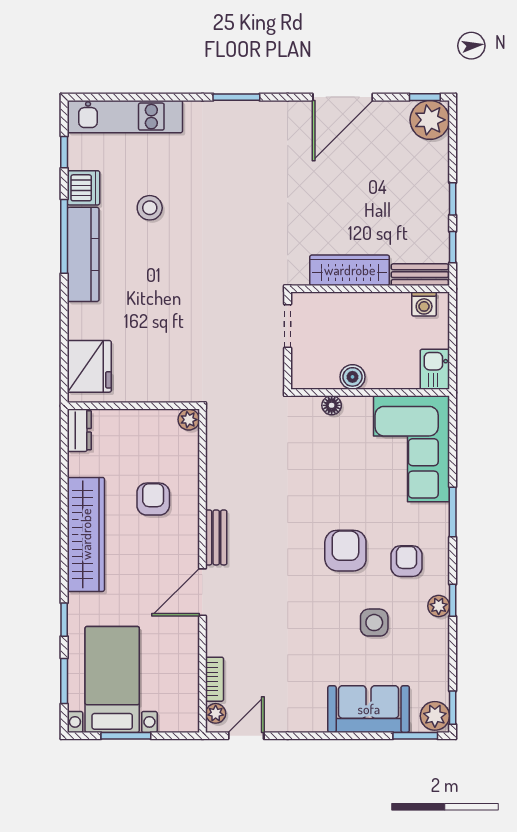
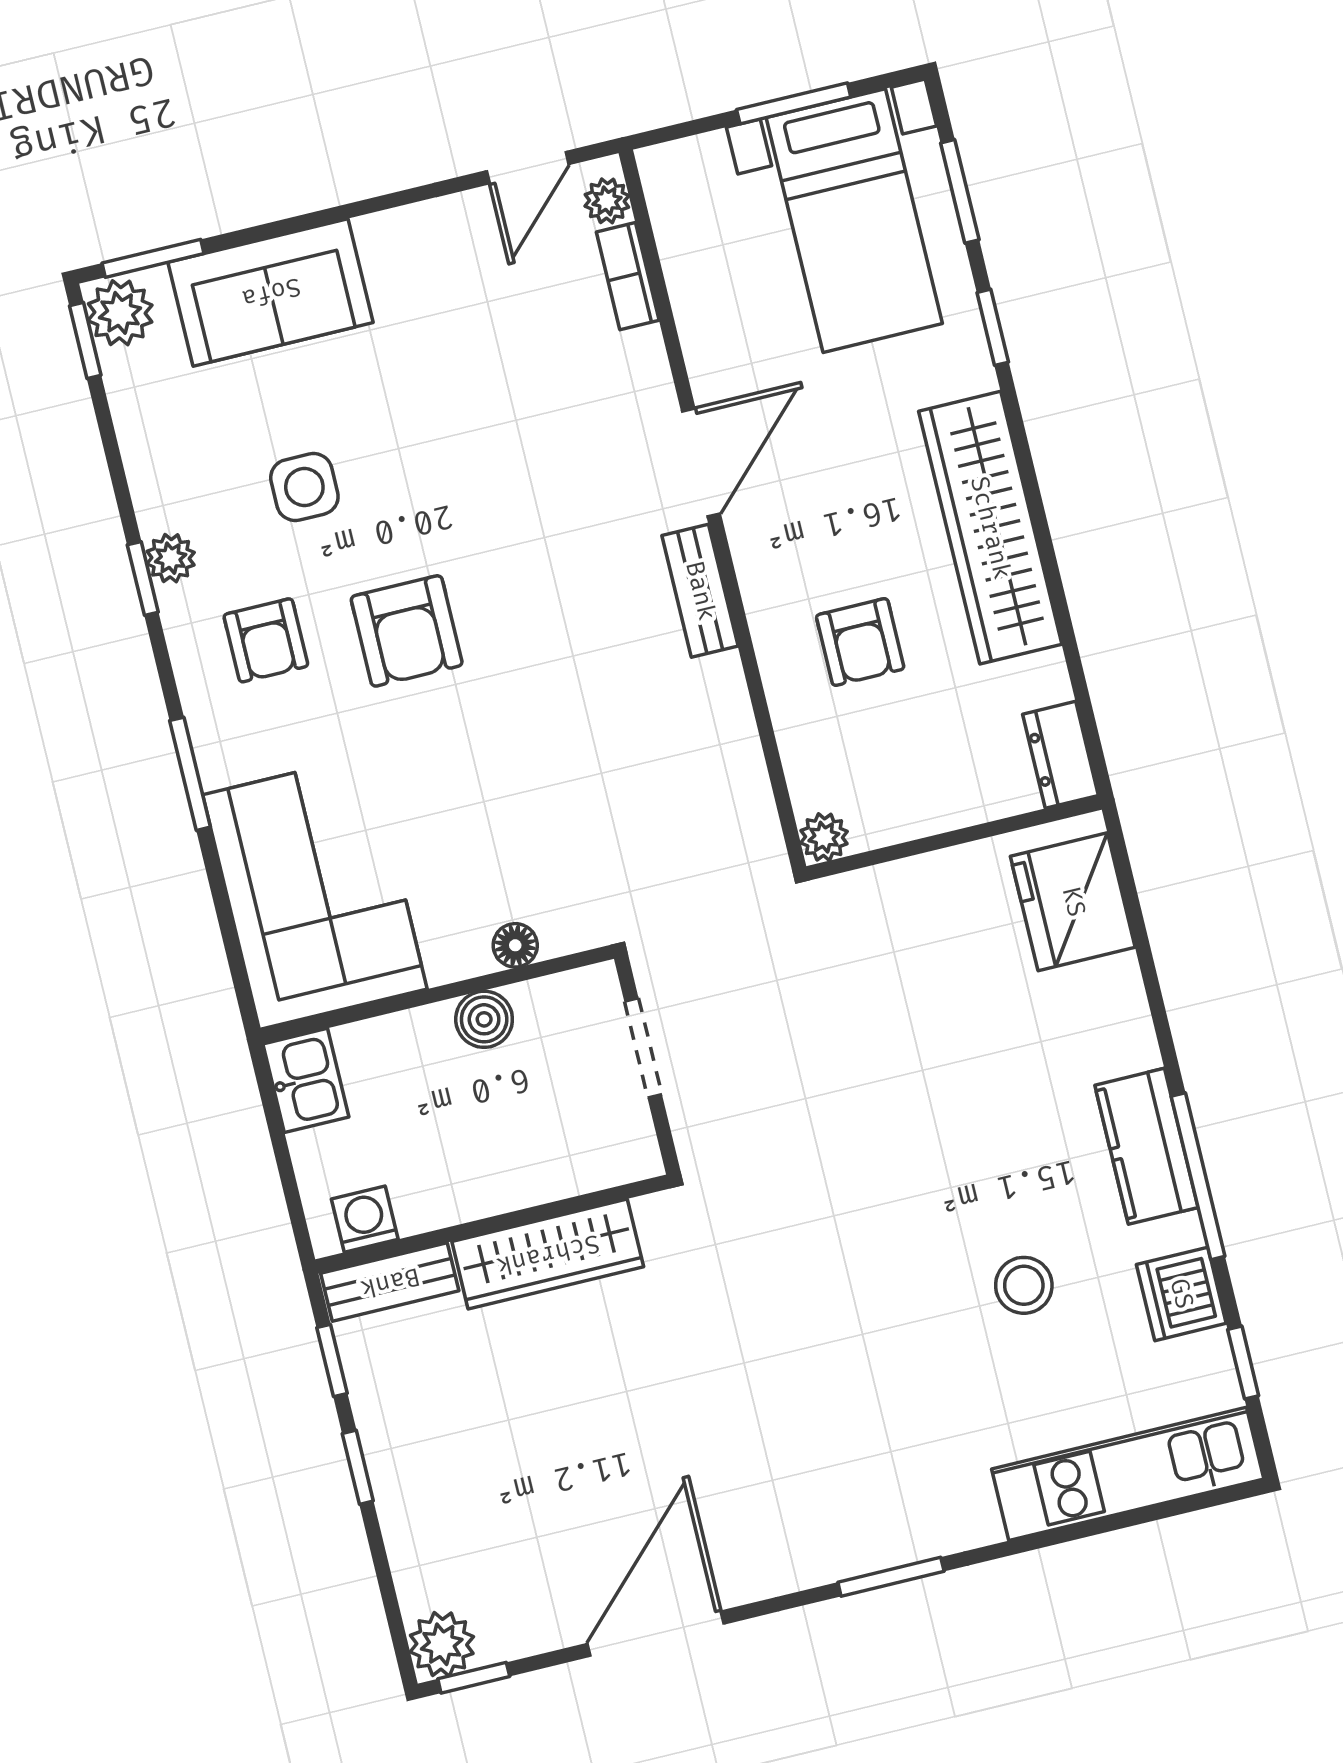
plant: (430, 120) -> (442, 1644), width x0.73, depth x0.73
kitchen counter: (83, 254) -> (1146, 1146), width x0.67
doorway: (288, 326) -> (643, 1048), moved

